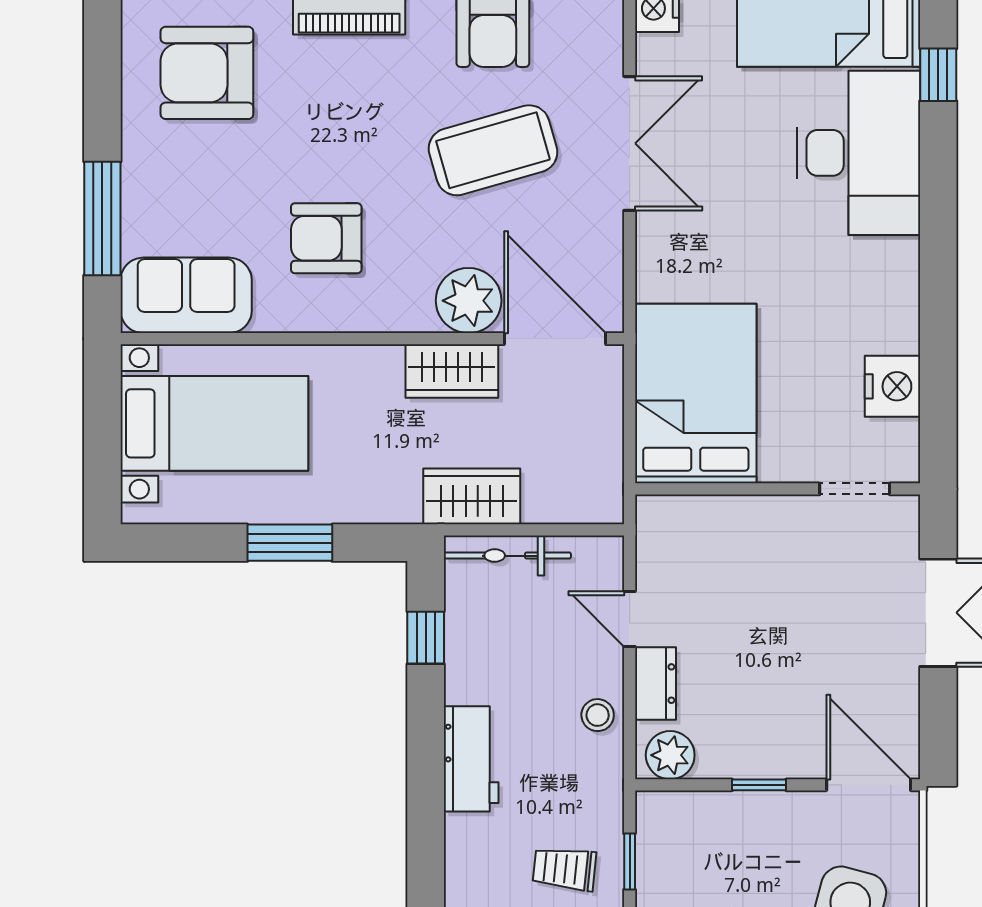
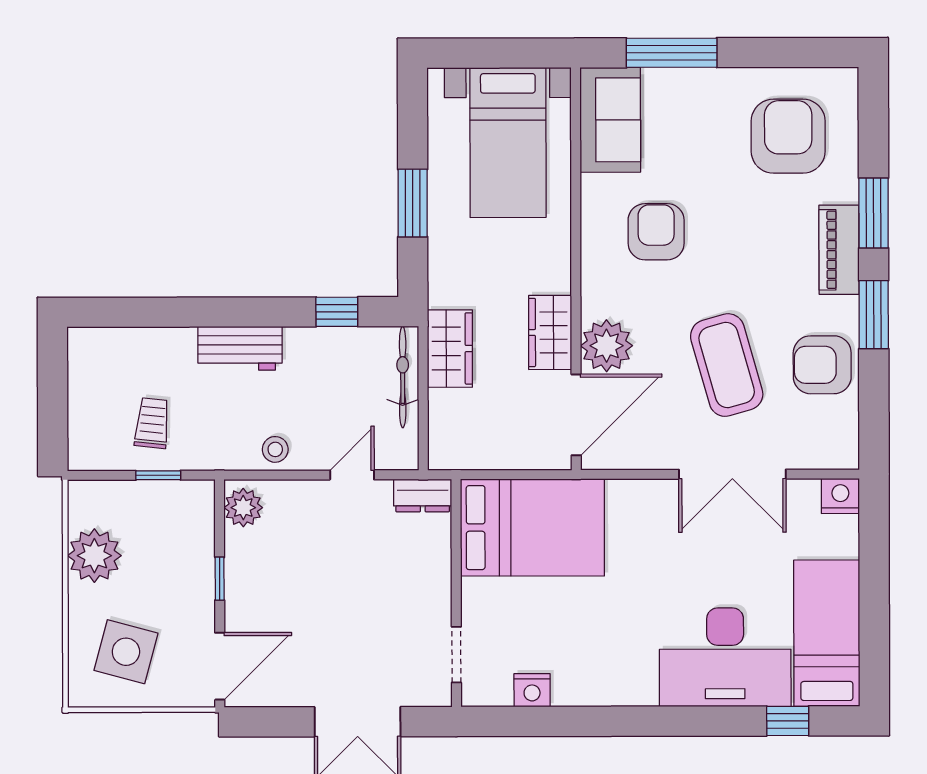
nightstand: (893, 386) -> (532, 690), width x0.74, depth x0.75
dresser: (655, 684) -> (423, 495), moved

